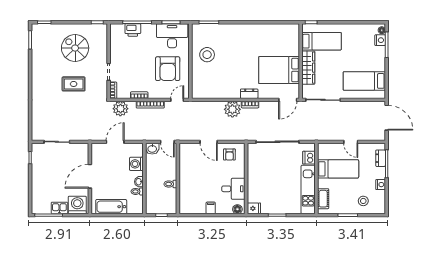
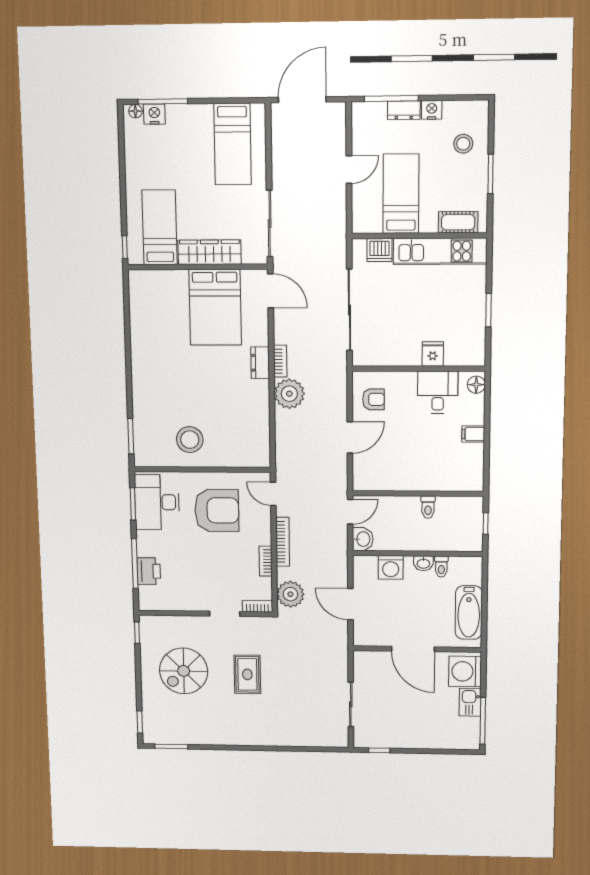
dresser: (381, 158) -> (404, 110), moved
fridge: (254, 208) -> (433, 354), moved

